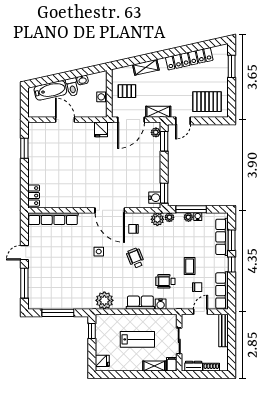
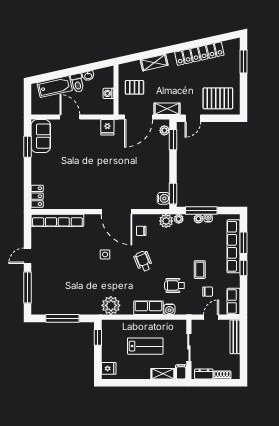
sofa: (37, 138) -> (41, 136), added
row of seats: (222, 237) -> (233, 246), width x1.36
row of seats: (222, 291) -> (233, 301), width x0.68

